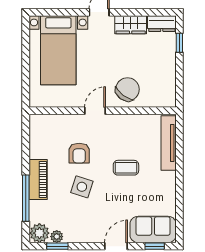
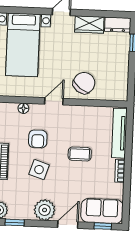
floor lamp: (62, 120) -> (23, 108), added
bookcase: (171, 184) -> (120, 171), added
plant: (57, 237) -> (45, 210), moved, width x1.88, depth x1.88

